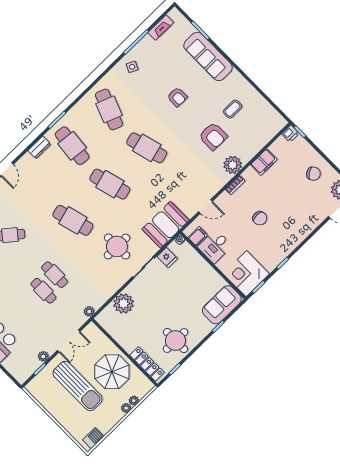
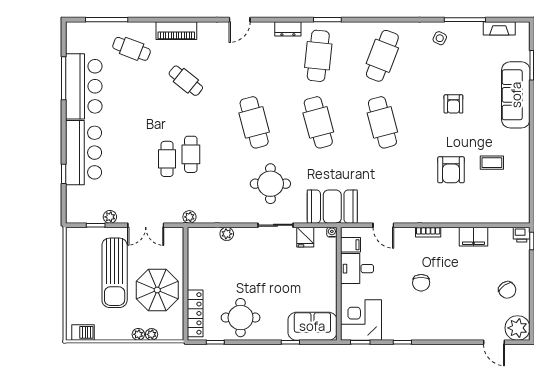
plant: (233, 165) -> (443, 212), removed
plant: (123, 303) -> (227, 234), width x0.53, depth x0.53

